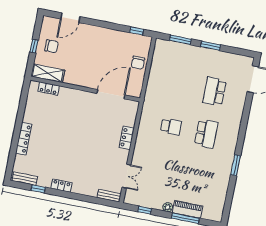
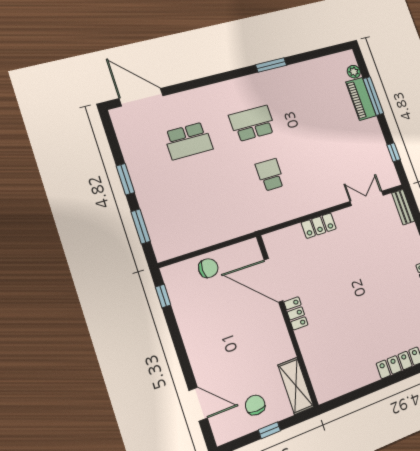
locker: (48, 88) -> (296, 313), moved
plant: (168, 207) -> (354, 72), moved

